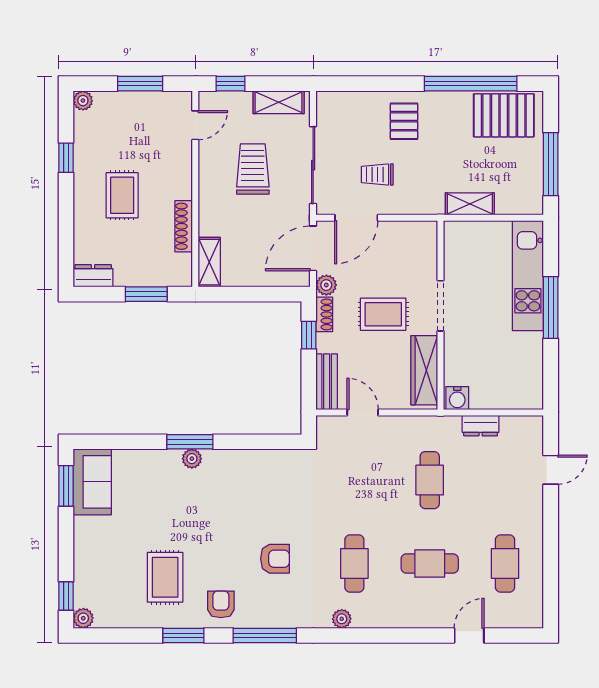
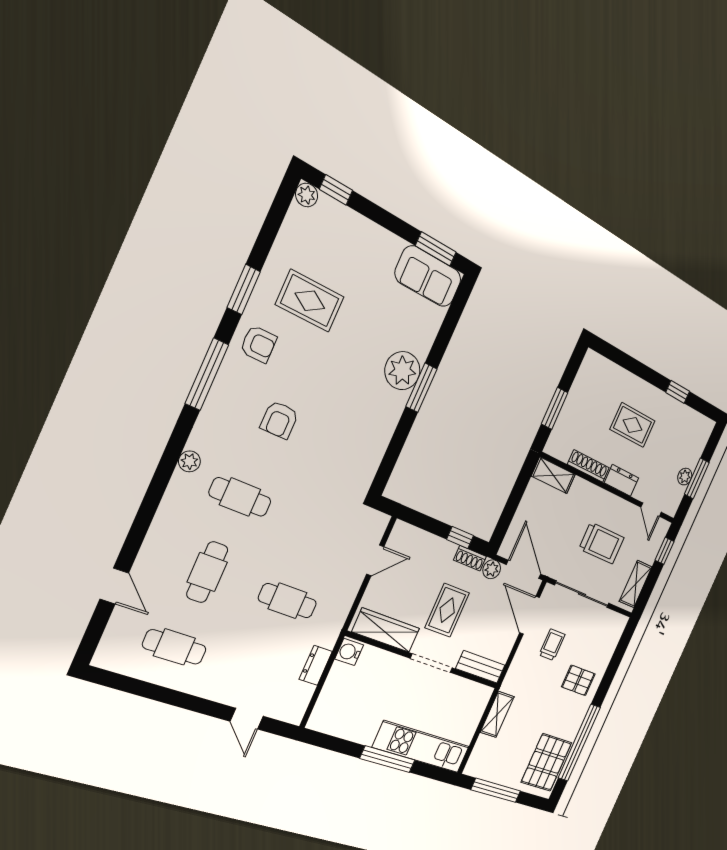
plant: (83, 101) -> (685, 477), moved
dresser: (93, 276) -> (621, 480), moved, turned -90
bench: (327, 382) -> (481, 667), moved
plant: (192, 459) -> (402, 371), width x1.88, depth x1.88

